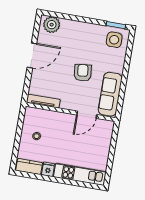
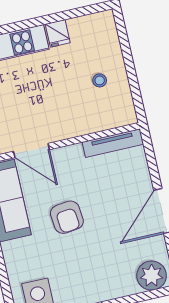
door: (87, 115) -> (31, 150), swing flipped
kitchen counter: (29, 167) -> (91, 25), removed

